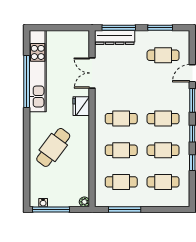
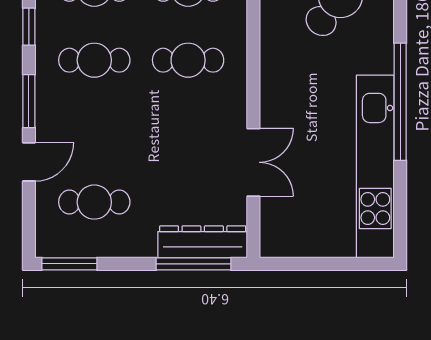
window: (160, 28) -> (69, 264), moved
window: (27, 81) -> (400, 102), moved
fridge: (81, 106) -> (278, 88), removed

